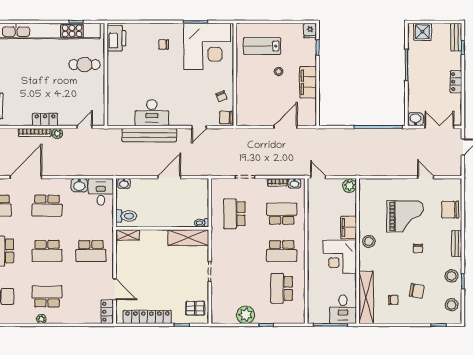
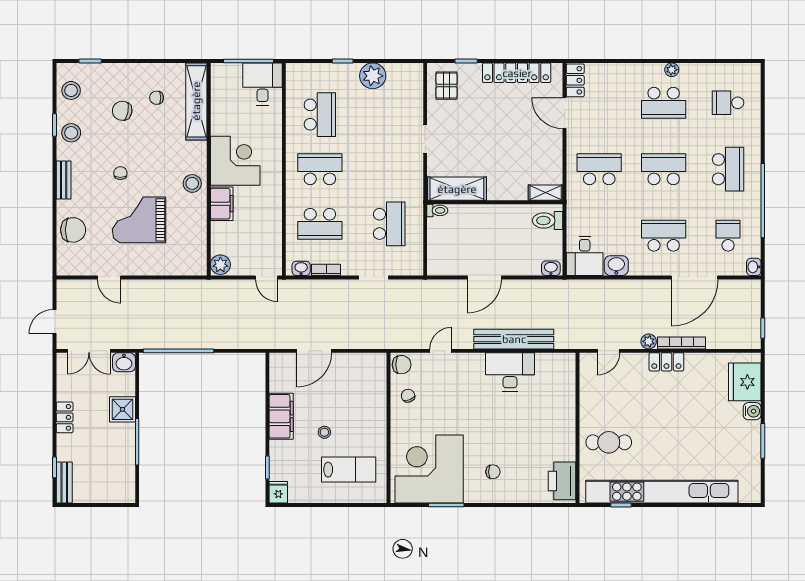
shower: (422, 32) -> (123, 409), moved
pallet: (195, 308) -> (447, 86), turned 90
desk: (343, 309) -> (262, 84), moved

